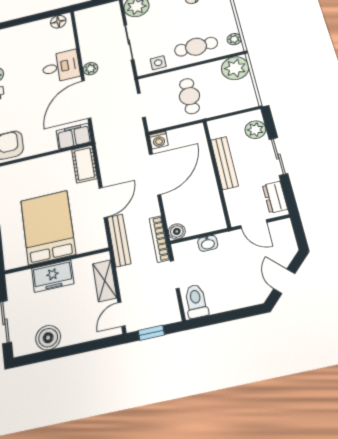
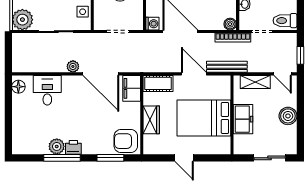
desk: (61, 67) -> (47, 90), moved
wardrobe: (38, 167) -> (151, 120), added
boiler: (48, 338) -> (288, 116), moved

